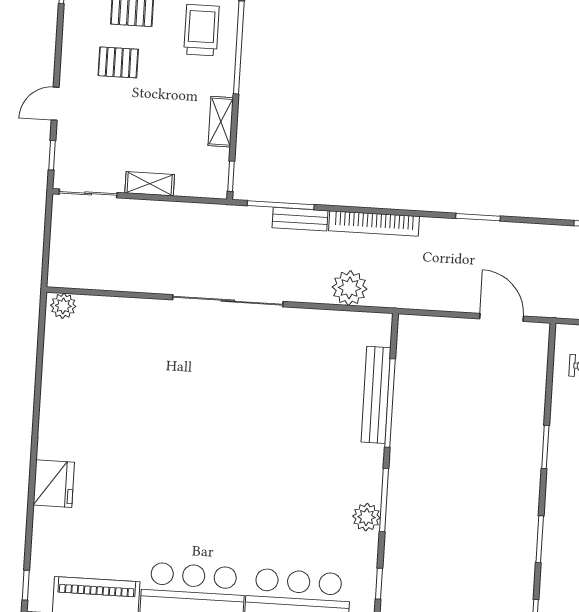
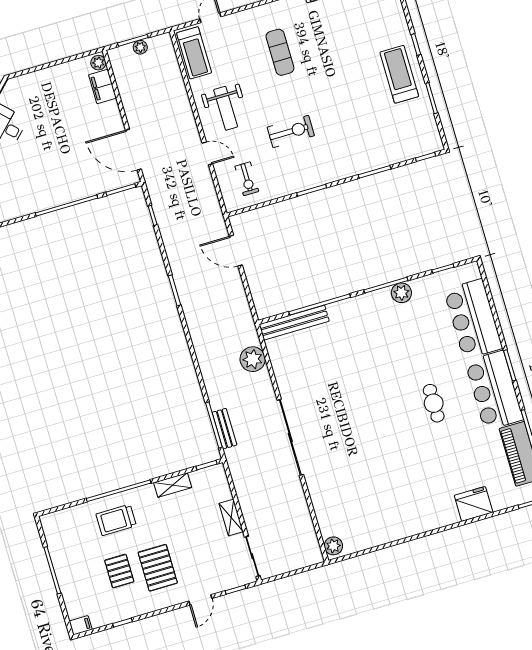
pallet: (118, 62) -> (158, 568), width x1.50, depth x1.42
door: (55, 104) -> (200, 600), hinge flipped
bench: (300, 219) -> (224, 429), moved
bookcase: (374, 224) -> (204, 358), removed
door: (502, 317) -> (236, 251), hinge flipped
bench: (376, 395) -> (294, 323), moved
fridge: (54, 484) -> (474, 504), moved
cafe table: (205, 507) -> (434, 403), added

